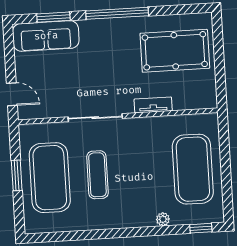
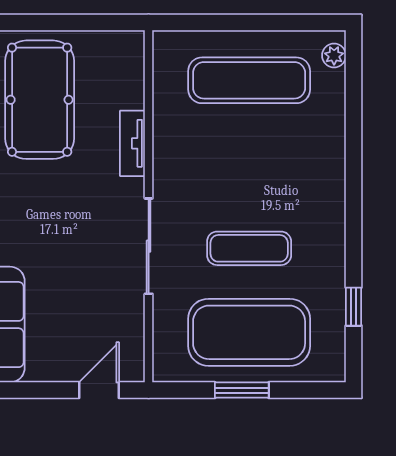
exercise mat: (193, 169) -> (249, 80), width x0.68
plant: (163, 219) -> (334, 56), moved
window: (201, 228) -> (354, 307), moved

